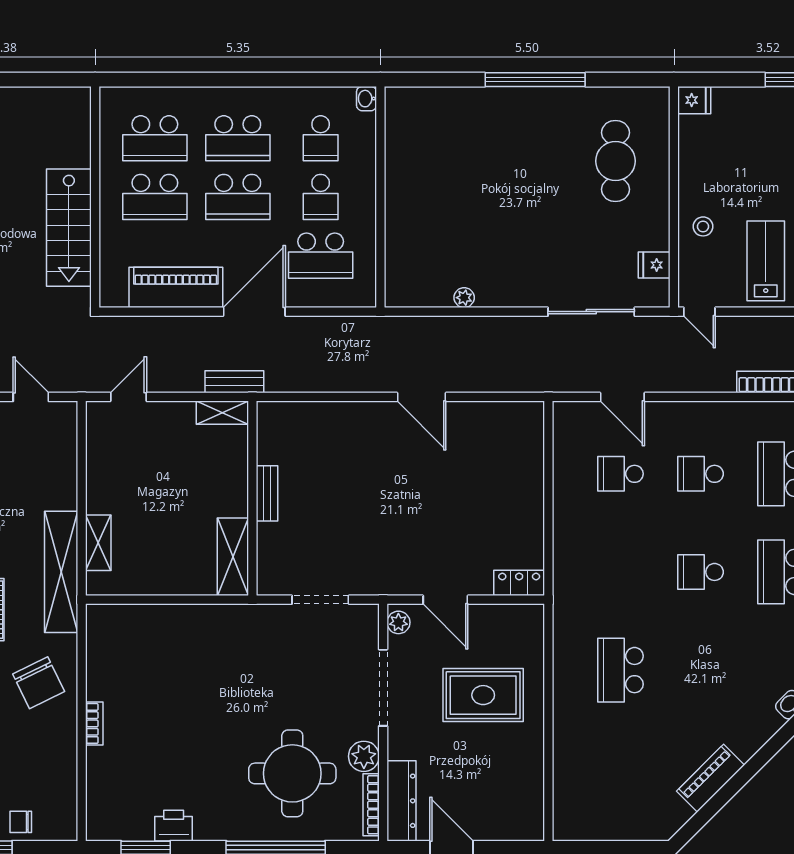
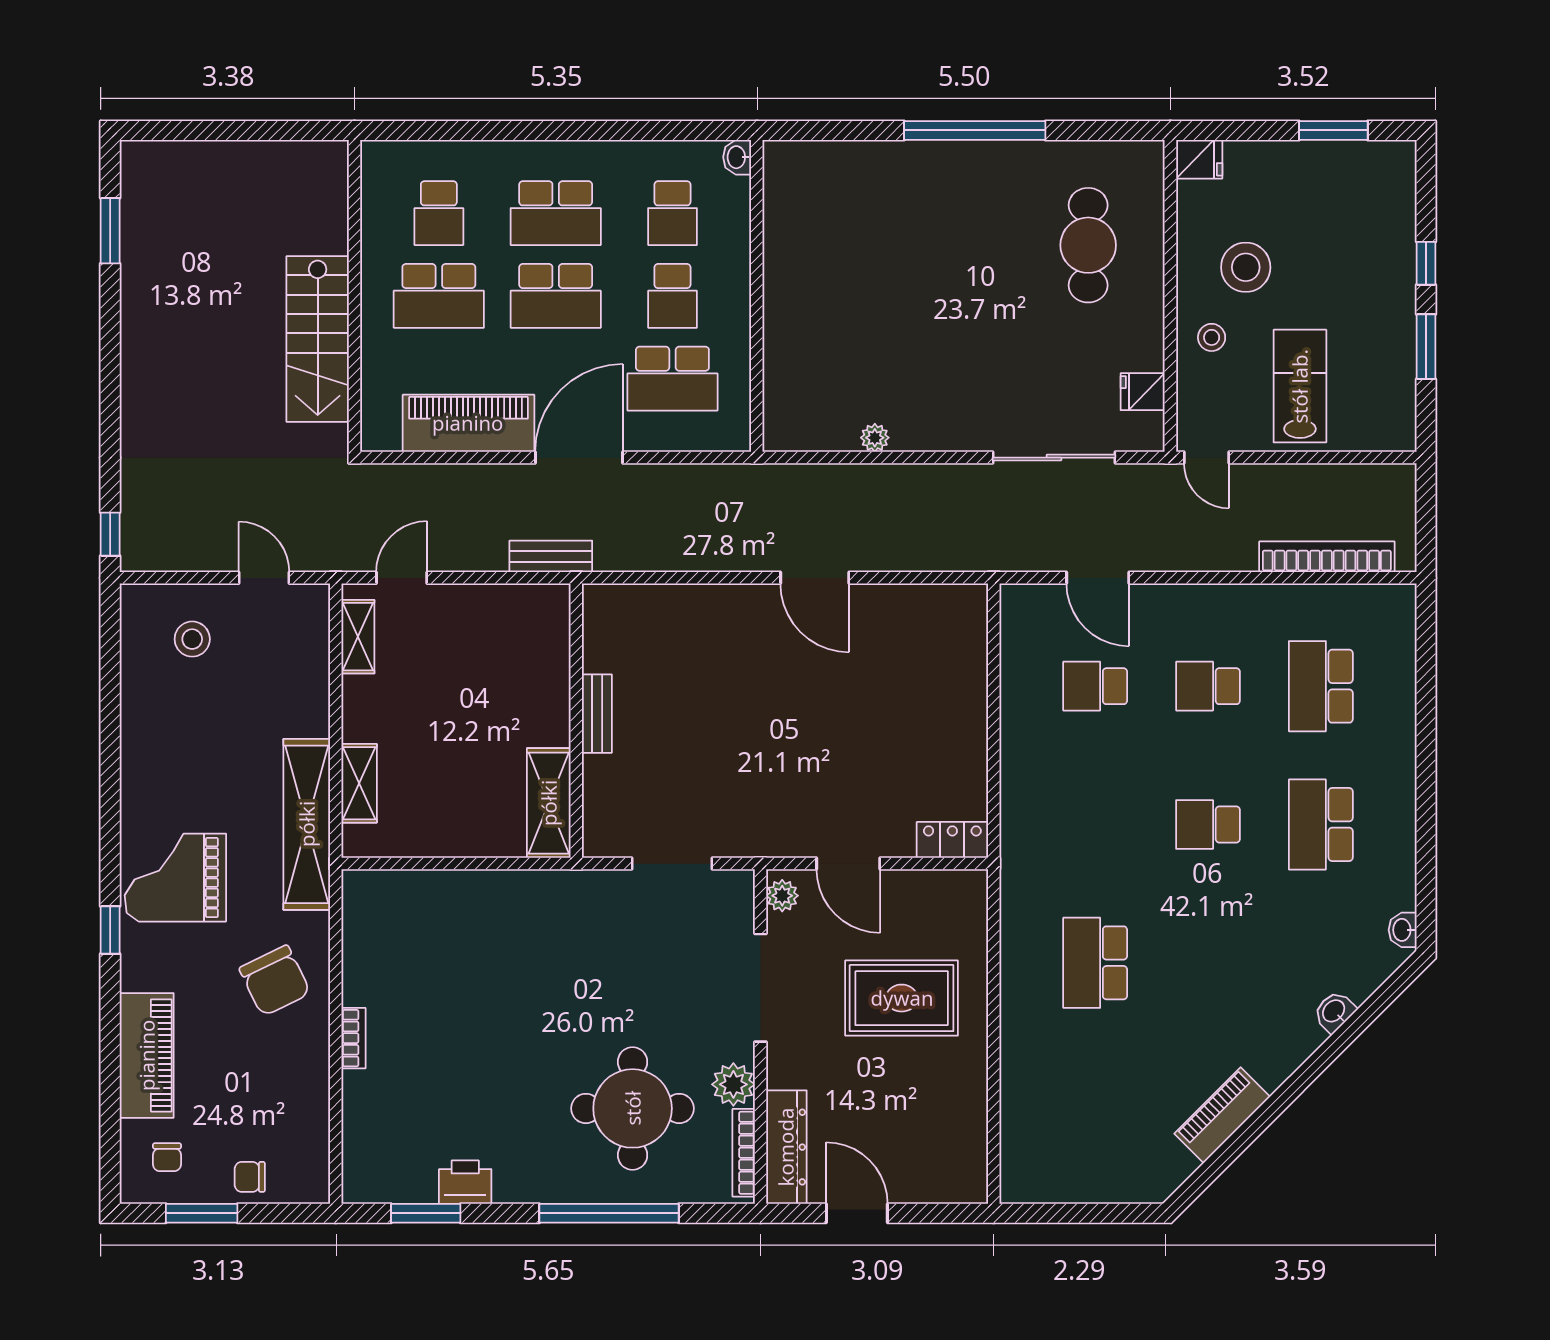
school desk: (155, 138) -> (439, 213), width x0.54
stool: (727, 177) -> (1246, 267), added
shelving: (222, 413) -> (358, 637), moved, turned 90

